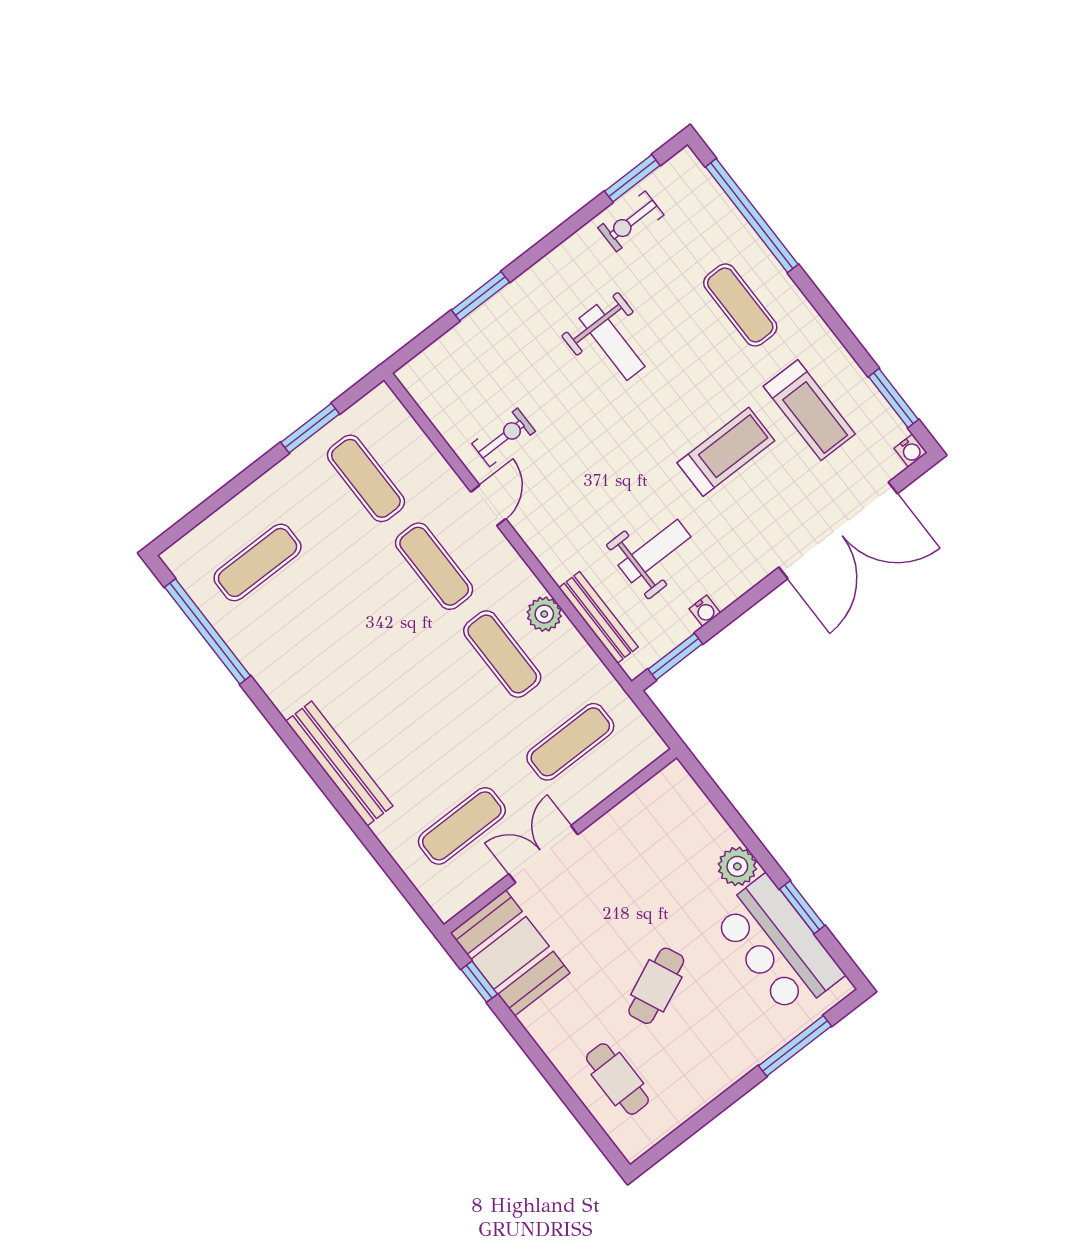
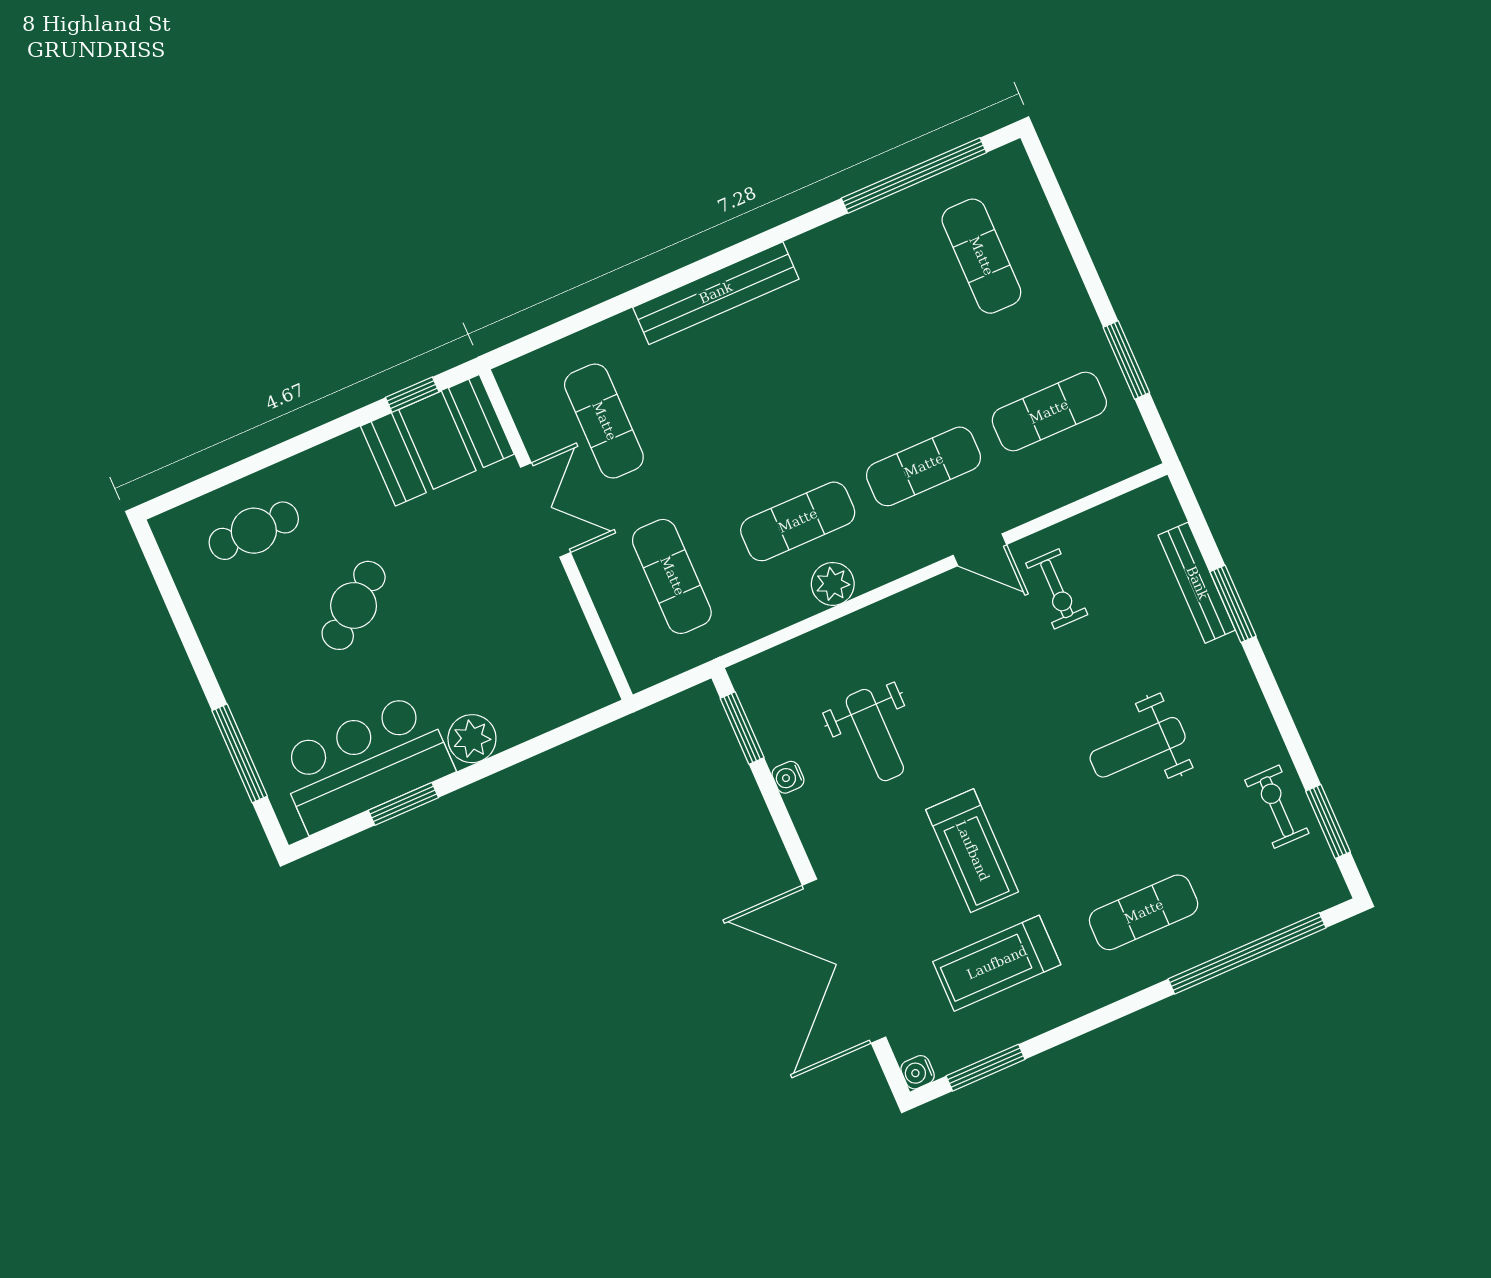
bench: (598, 617) -> (1197, 583), moved, turned 90
cafe table: (656, 986) -> (354, 605), turned 76

